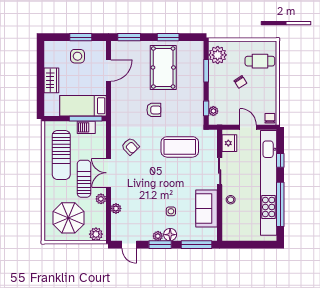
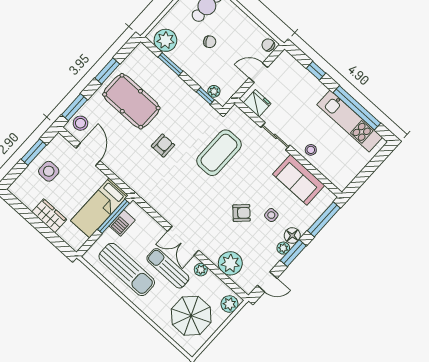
stool: (123, 49) -> (80, 123), added
armchair: (130, 146) -> (241, 213), moved
kitchen unit: (269, 183) -> (350, 121), width x0.54
plant: (116, 208) -> (230, 263), width x1.88, depth x1.88

